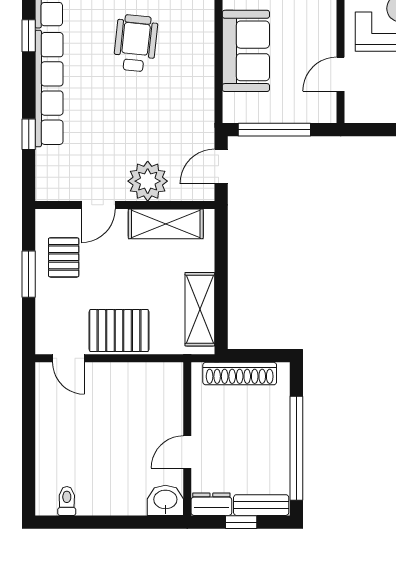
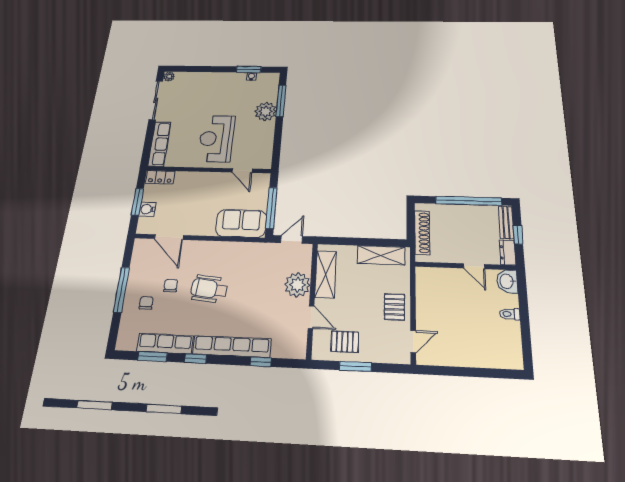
sofa: (246, 51) -> (241, 223), moved
door: (221, 167) -> (292, 240), swing flipped
pallet: (119, 331) -> (394, 307), width x0.67, depth x0.71
toilet: (67, 501) -> (510, 314), moved

